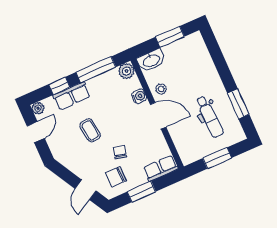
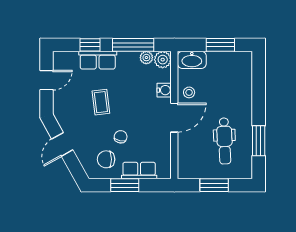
plant: (38, 108) -> (146, 58), moved
door: (158, 116) -> (174, 118), hinge flipped
row of seats: (161, 168) -> (139, 171), moved
door: (85, 190) -> (62, 144), moved

